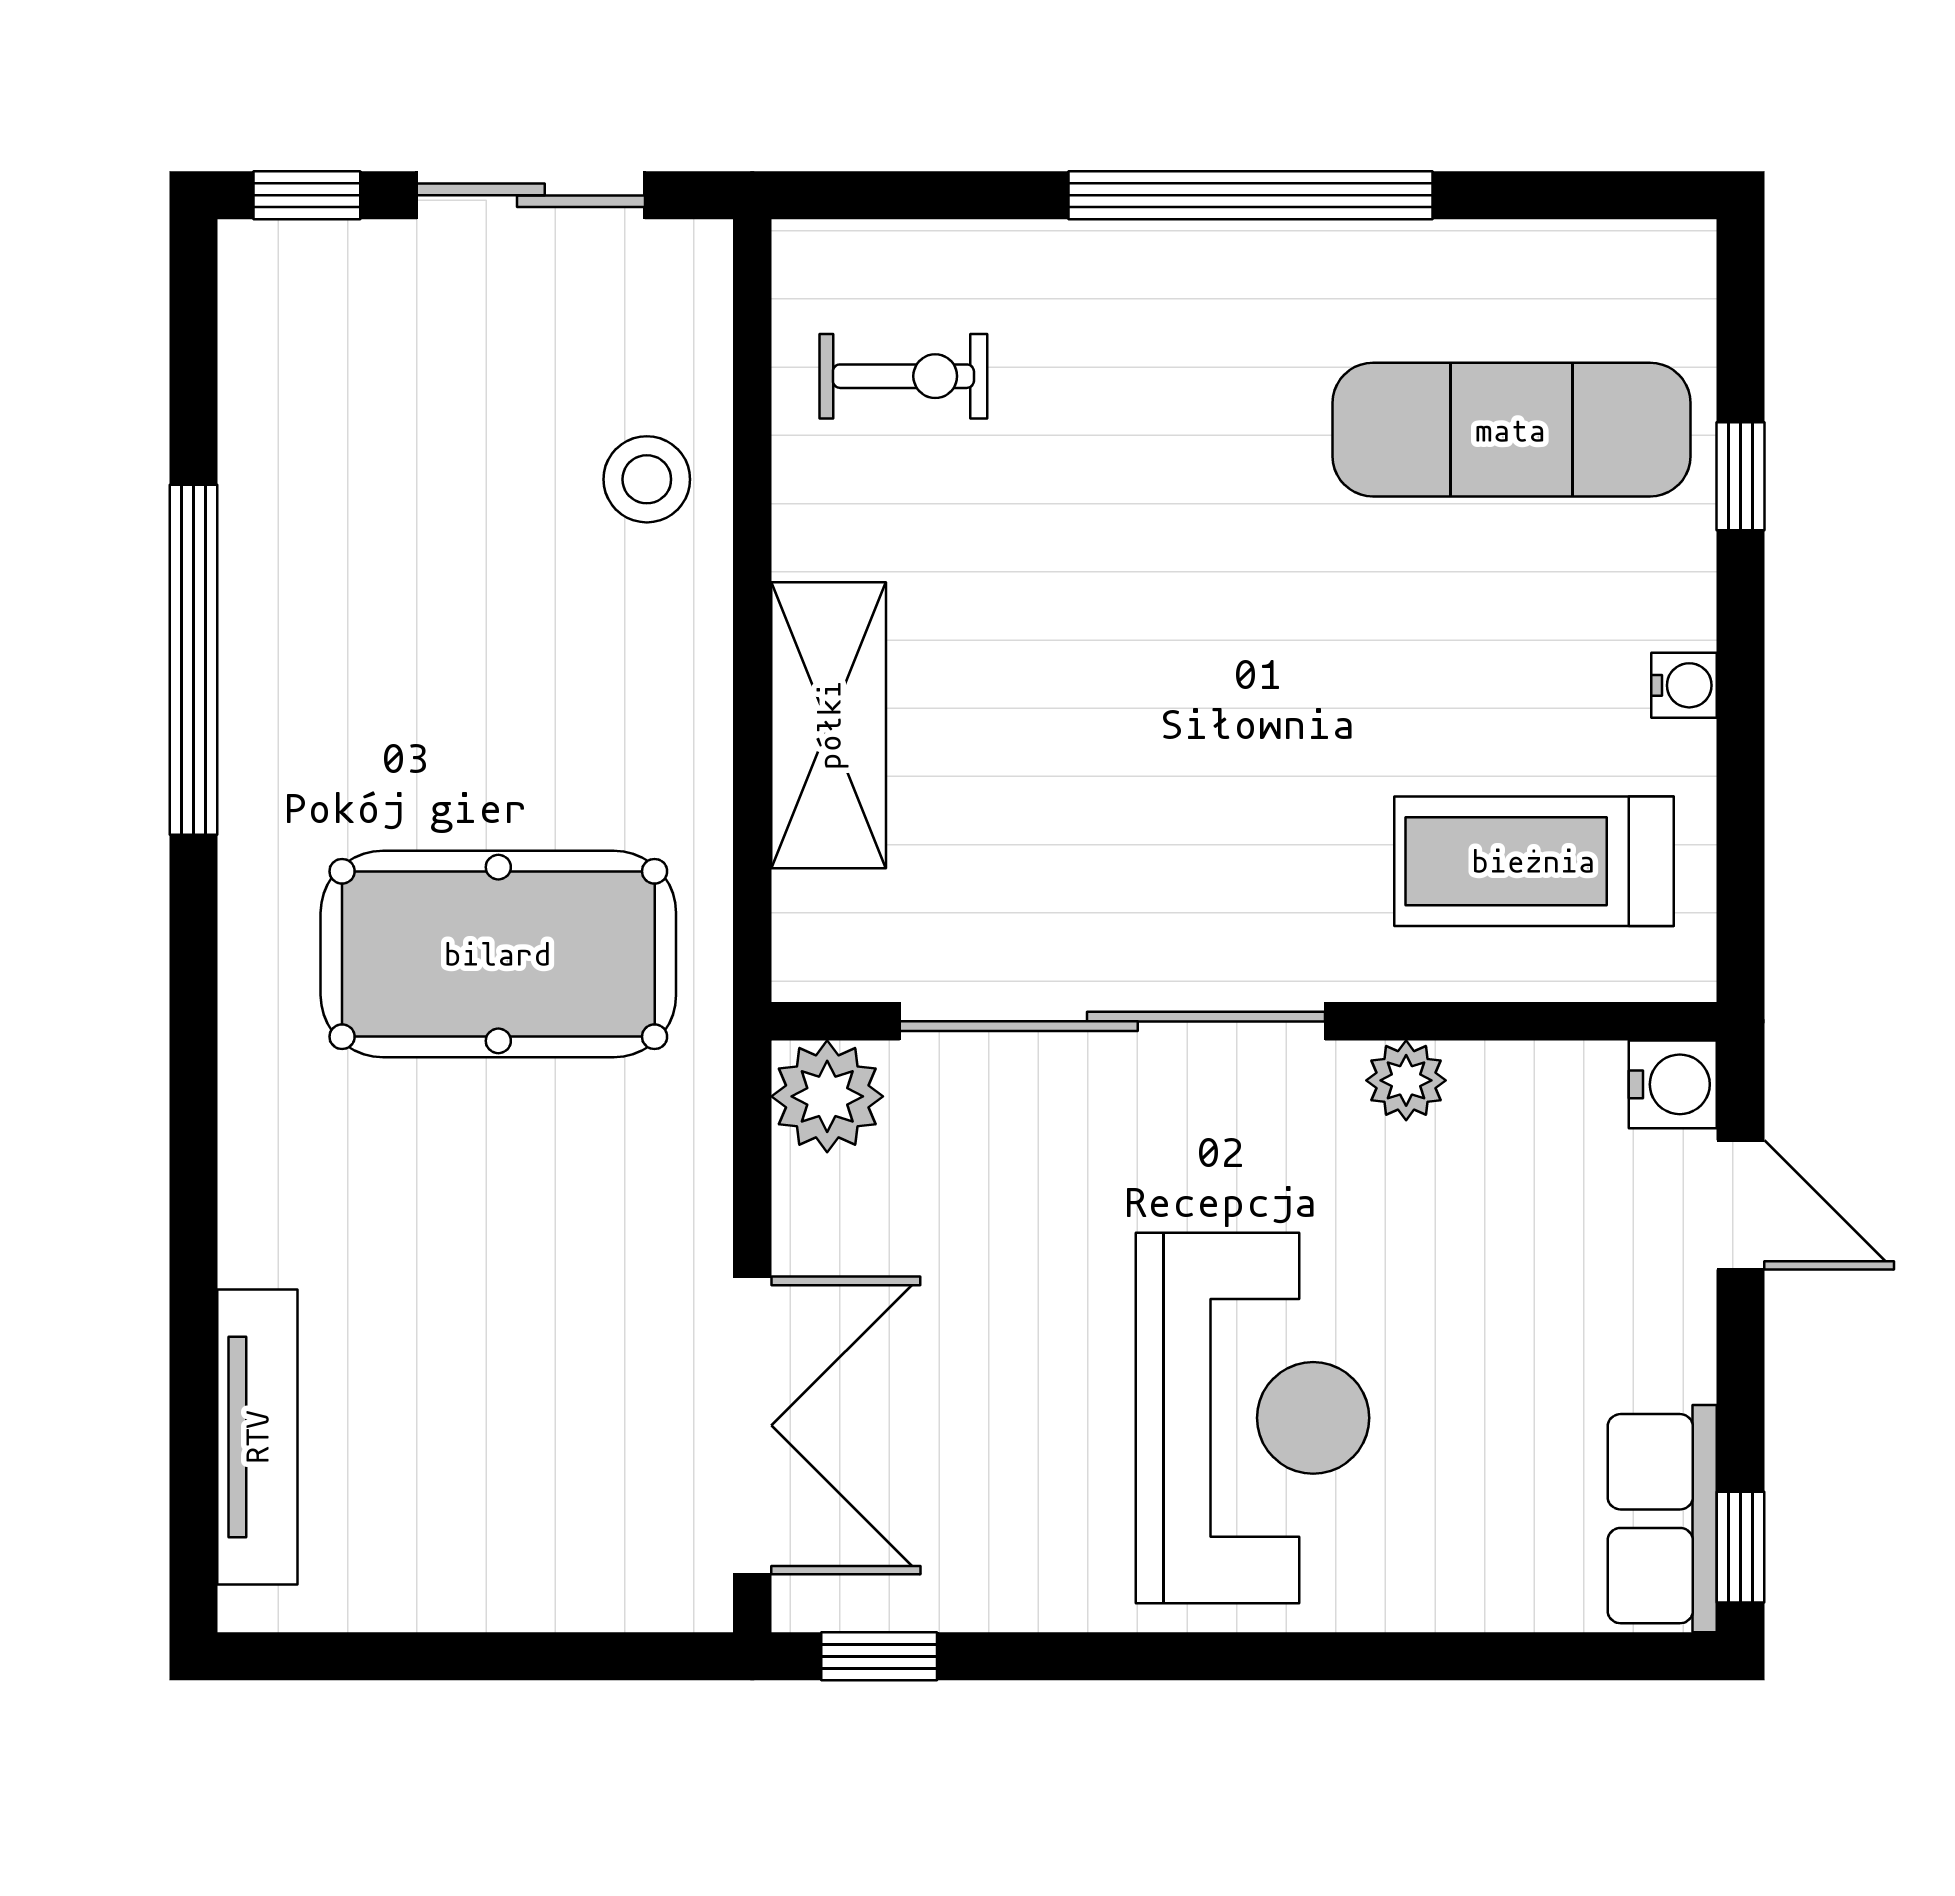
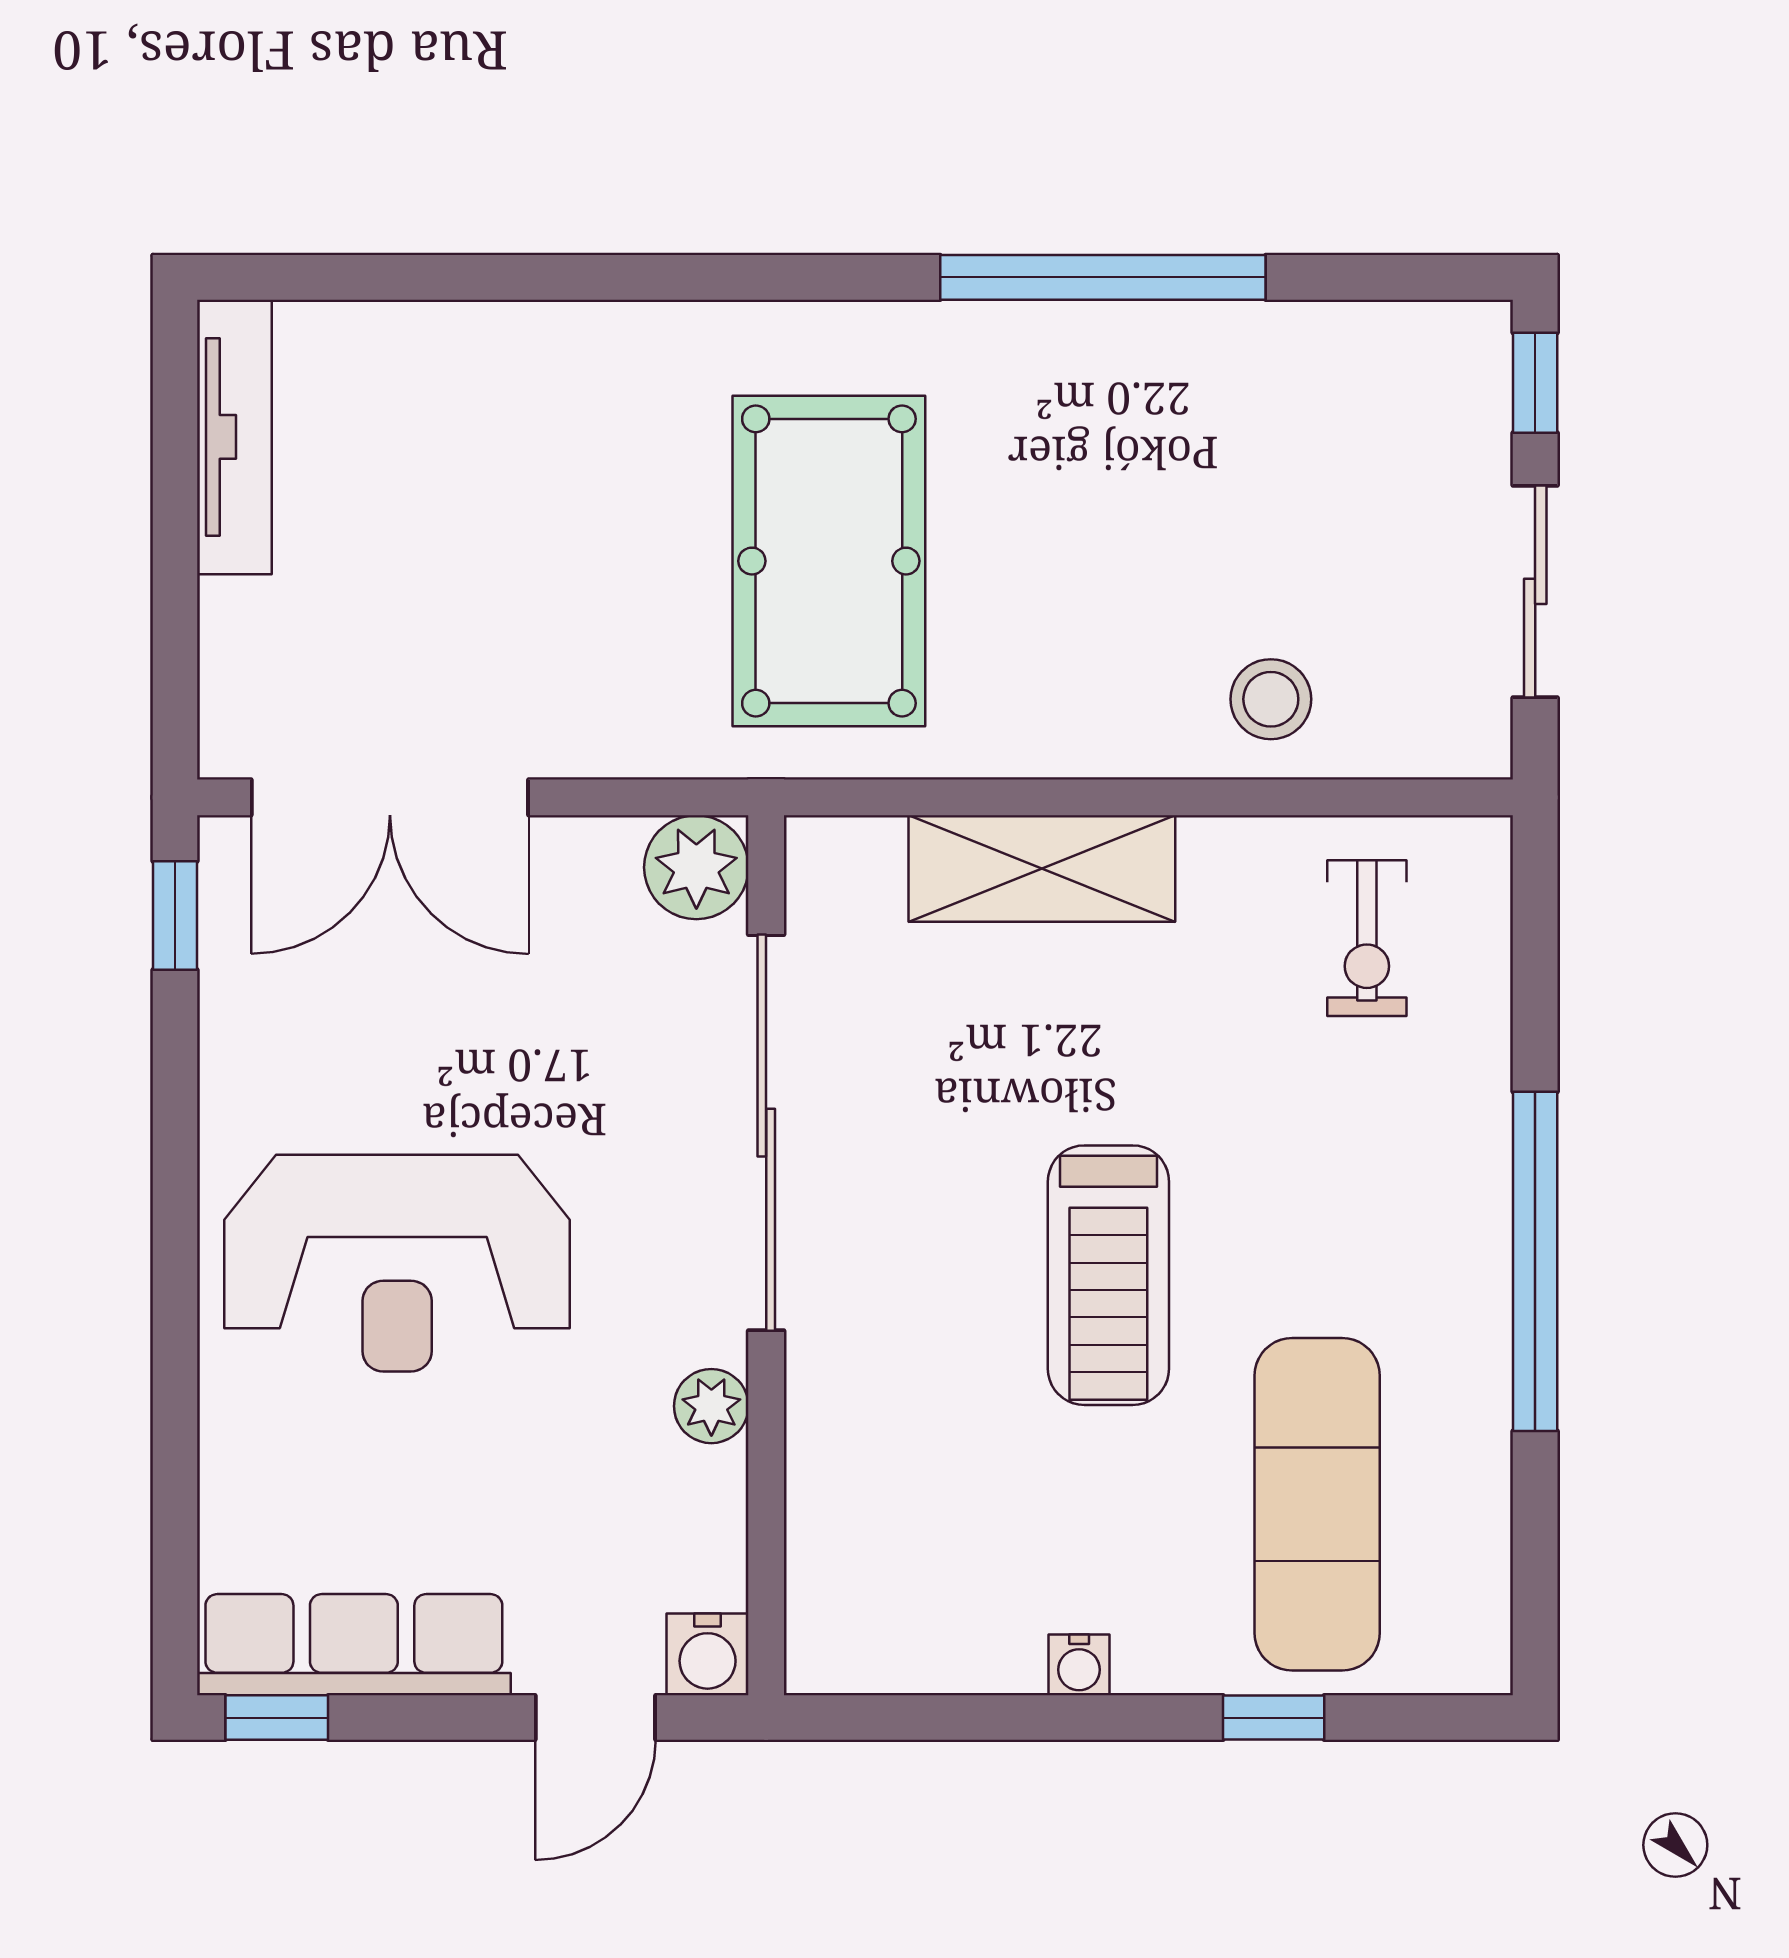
treadmill: (1534, 861) -> (1108, 1275), moved, turned 180
tv unit: (257, 1437) -> (234, 437), moved, turned -90
row of seats: (1662, 1519) -> (354, 1645), width x1.48

